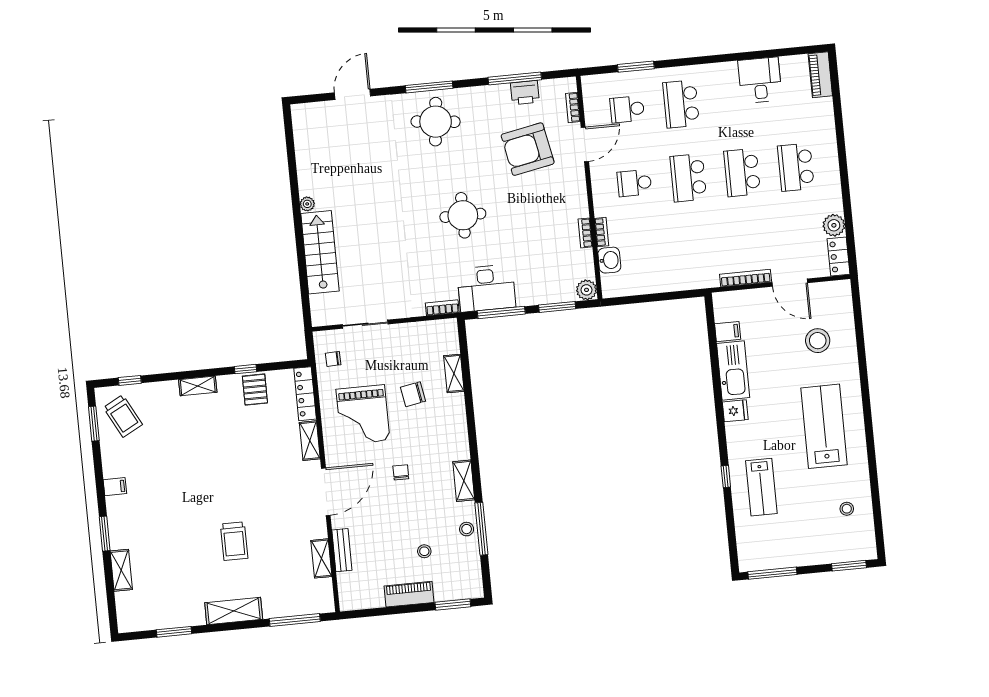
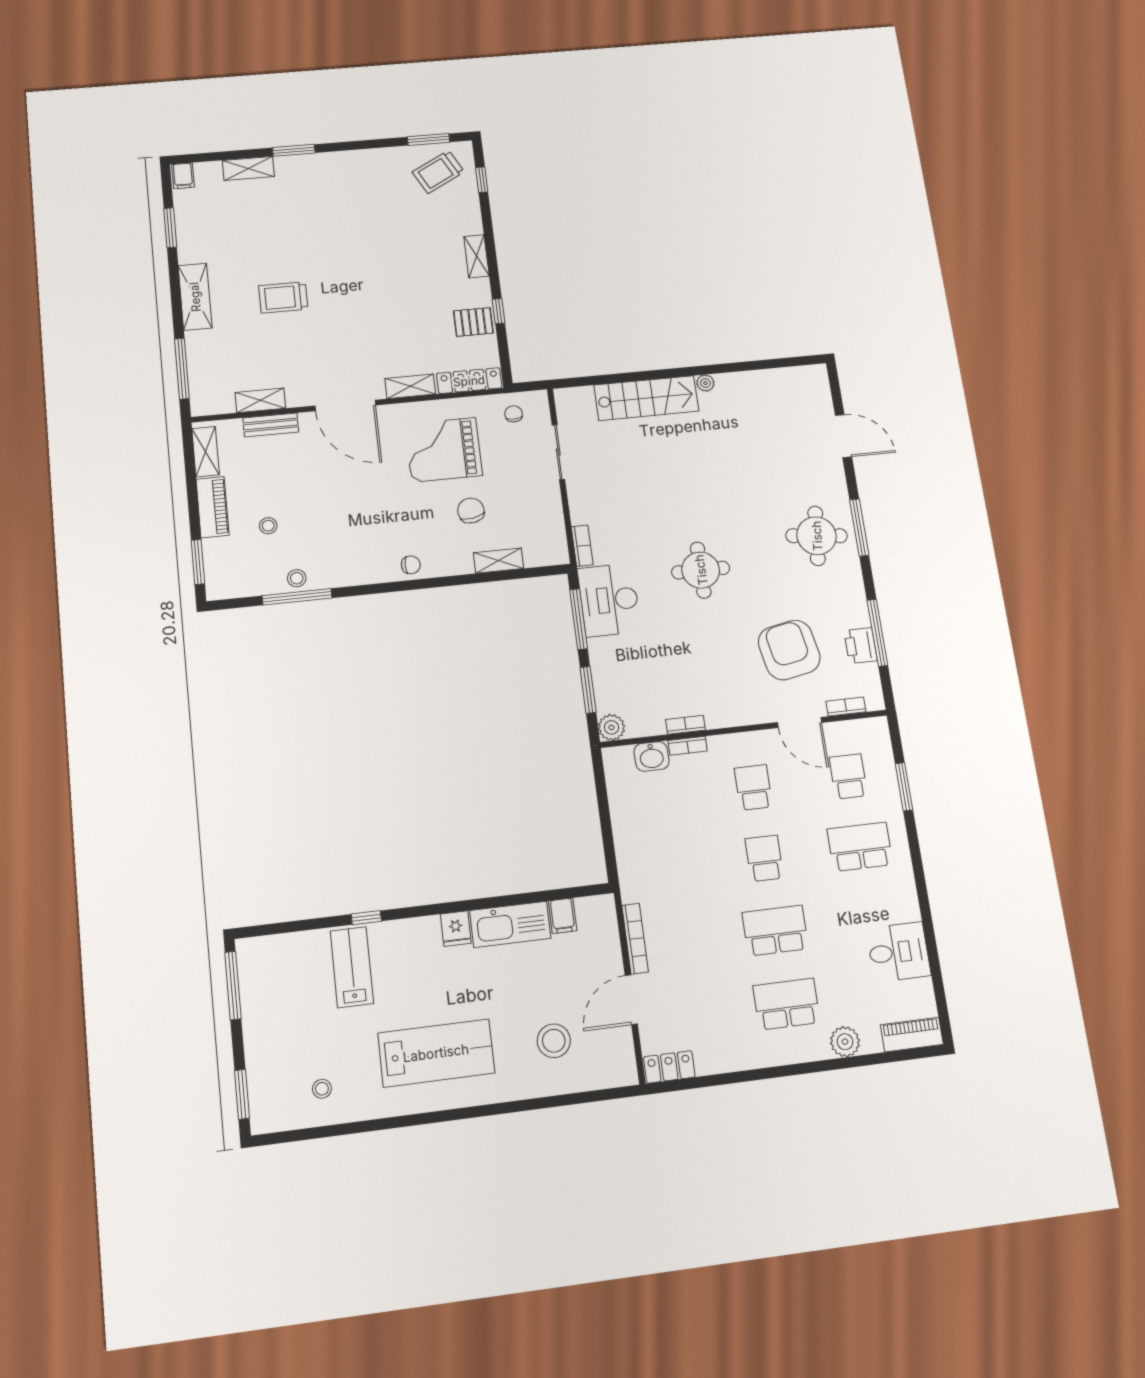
school desk: (688, 178) -> (764, 858), width x0.54
plant: (834, 225) -> (845, 1042), moved
chair: (401, 472) -> (411, 565), moved
shelving: (464, 481) -> (206, 452), moved, turned 90
filing cabinet: (115, 487) -> (183, 176), moved
lab bench: (761, 487) -> (352, 967), turned 90

